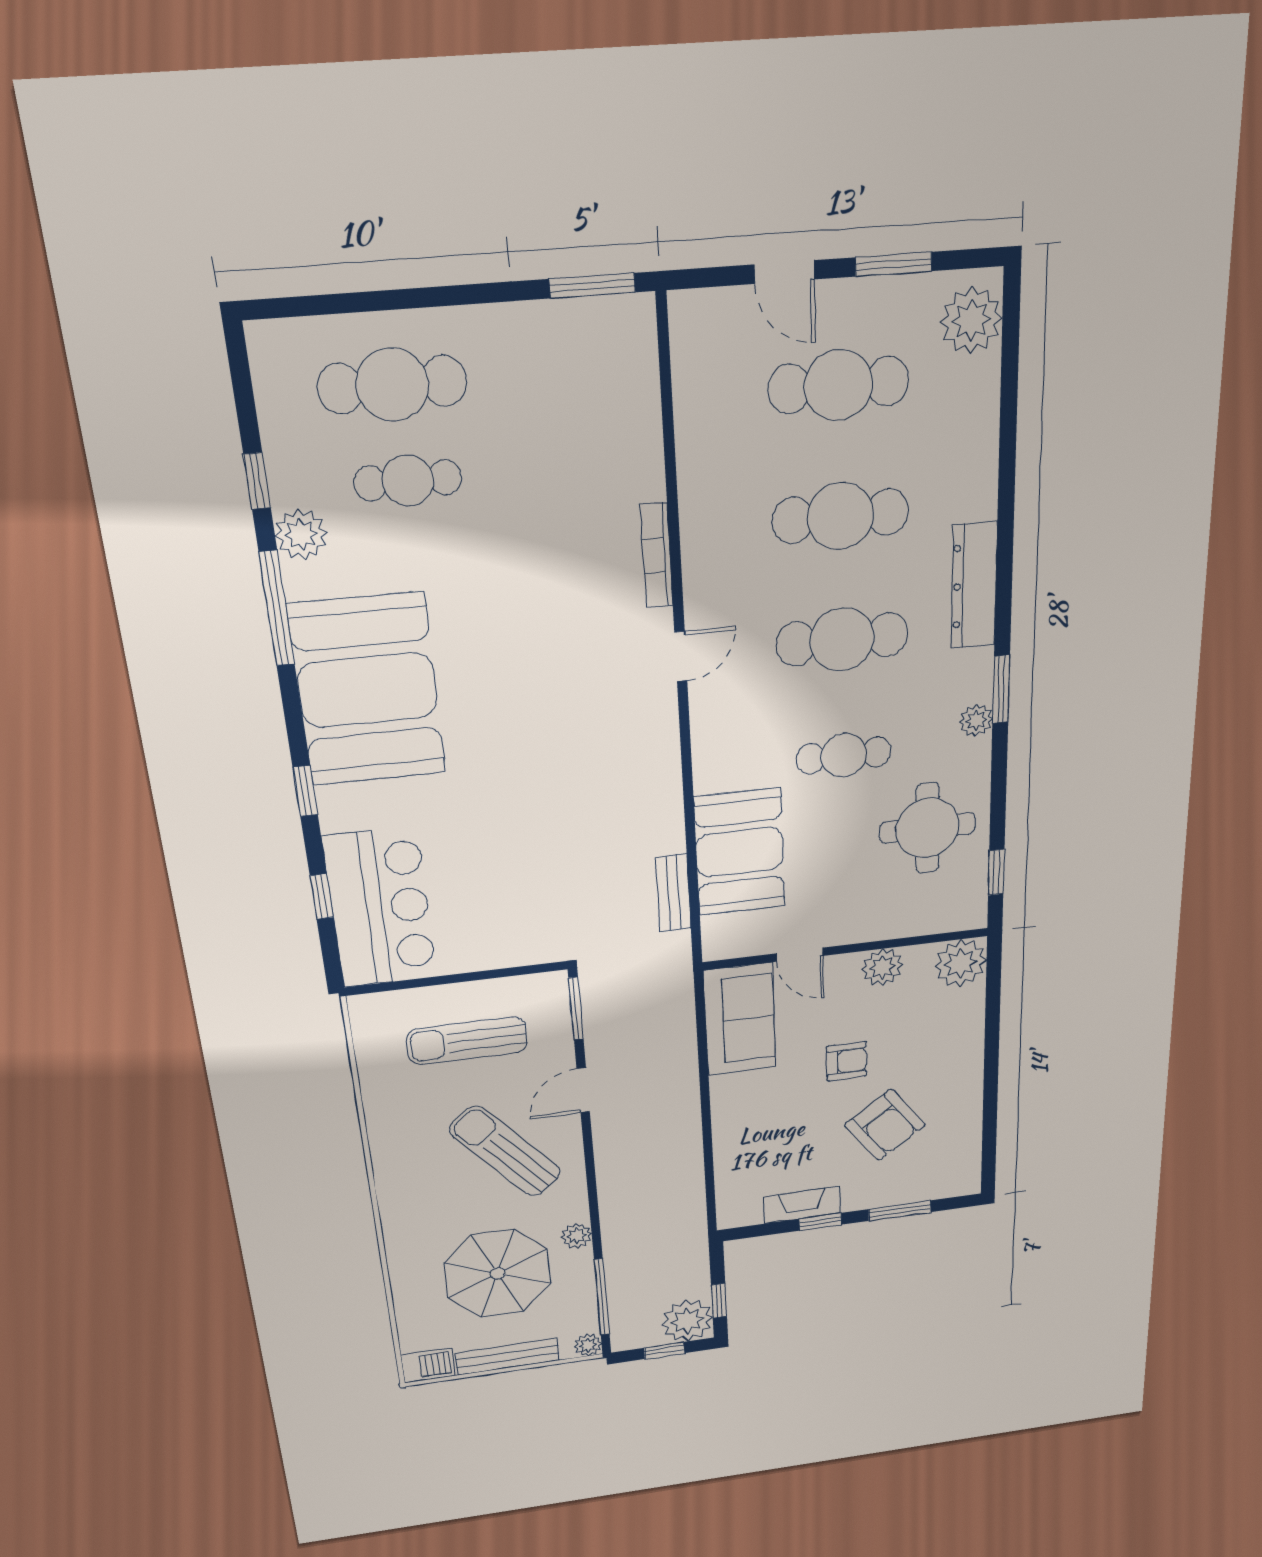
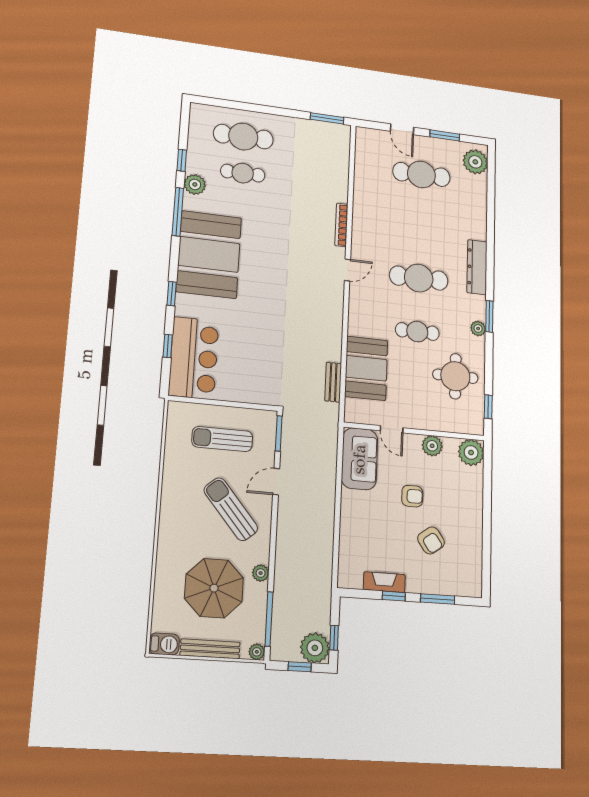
cafe table: (840, 516) -> (420, 226), removed
armchair: (885, 1125) -> (431, 540), width x0.72, depth x0.72

